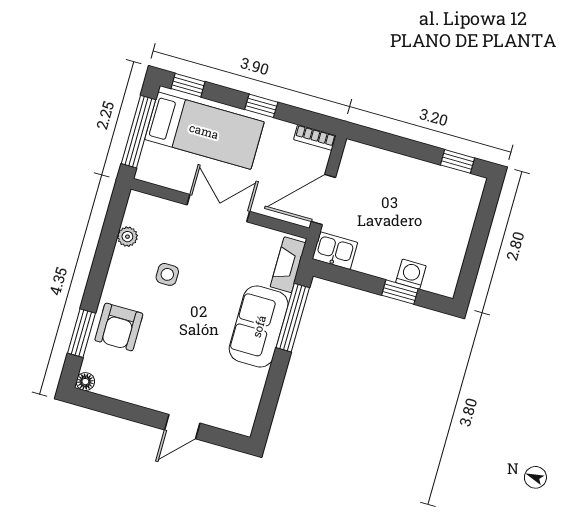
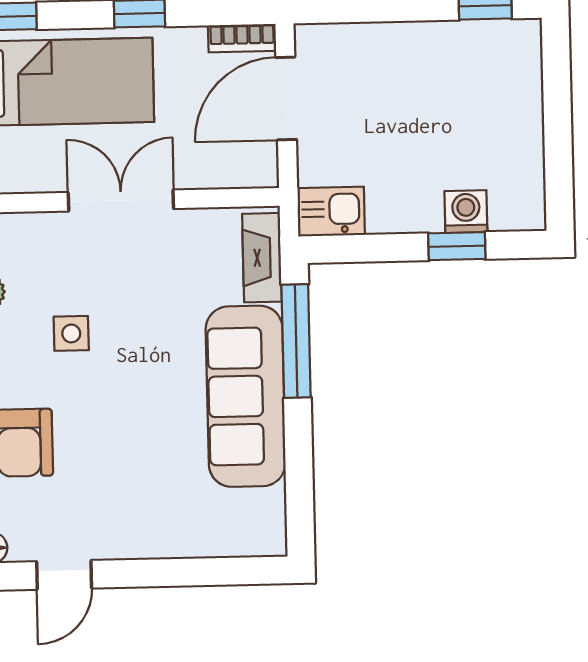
door: (323, 200) -> (286, 98), moved
sofa: (259, 326) -> (246, 396), width x1.36
door: (182, 427) -> (64, 575), moved

